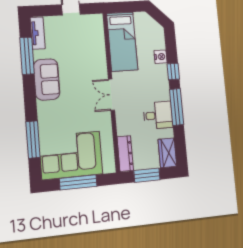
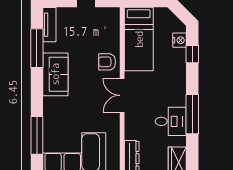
nightstand: (161, 57) -> (180, 40), moved
armchair: (95, 64) -> (107, 62), added
window: (173, 71) -> (192, 54), moved

